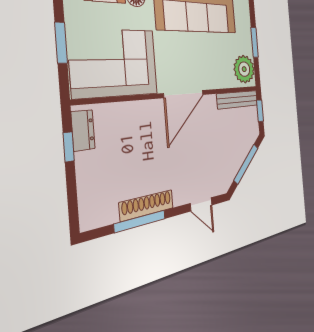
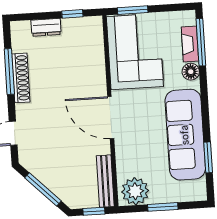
window: (61, 43) -> (133, 10), moved
dresser: (83, 130) -> (46, 27), moved

